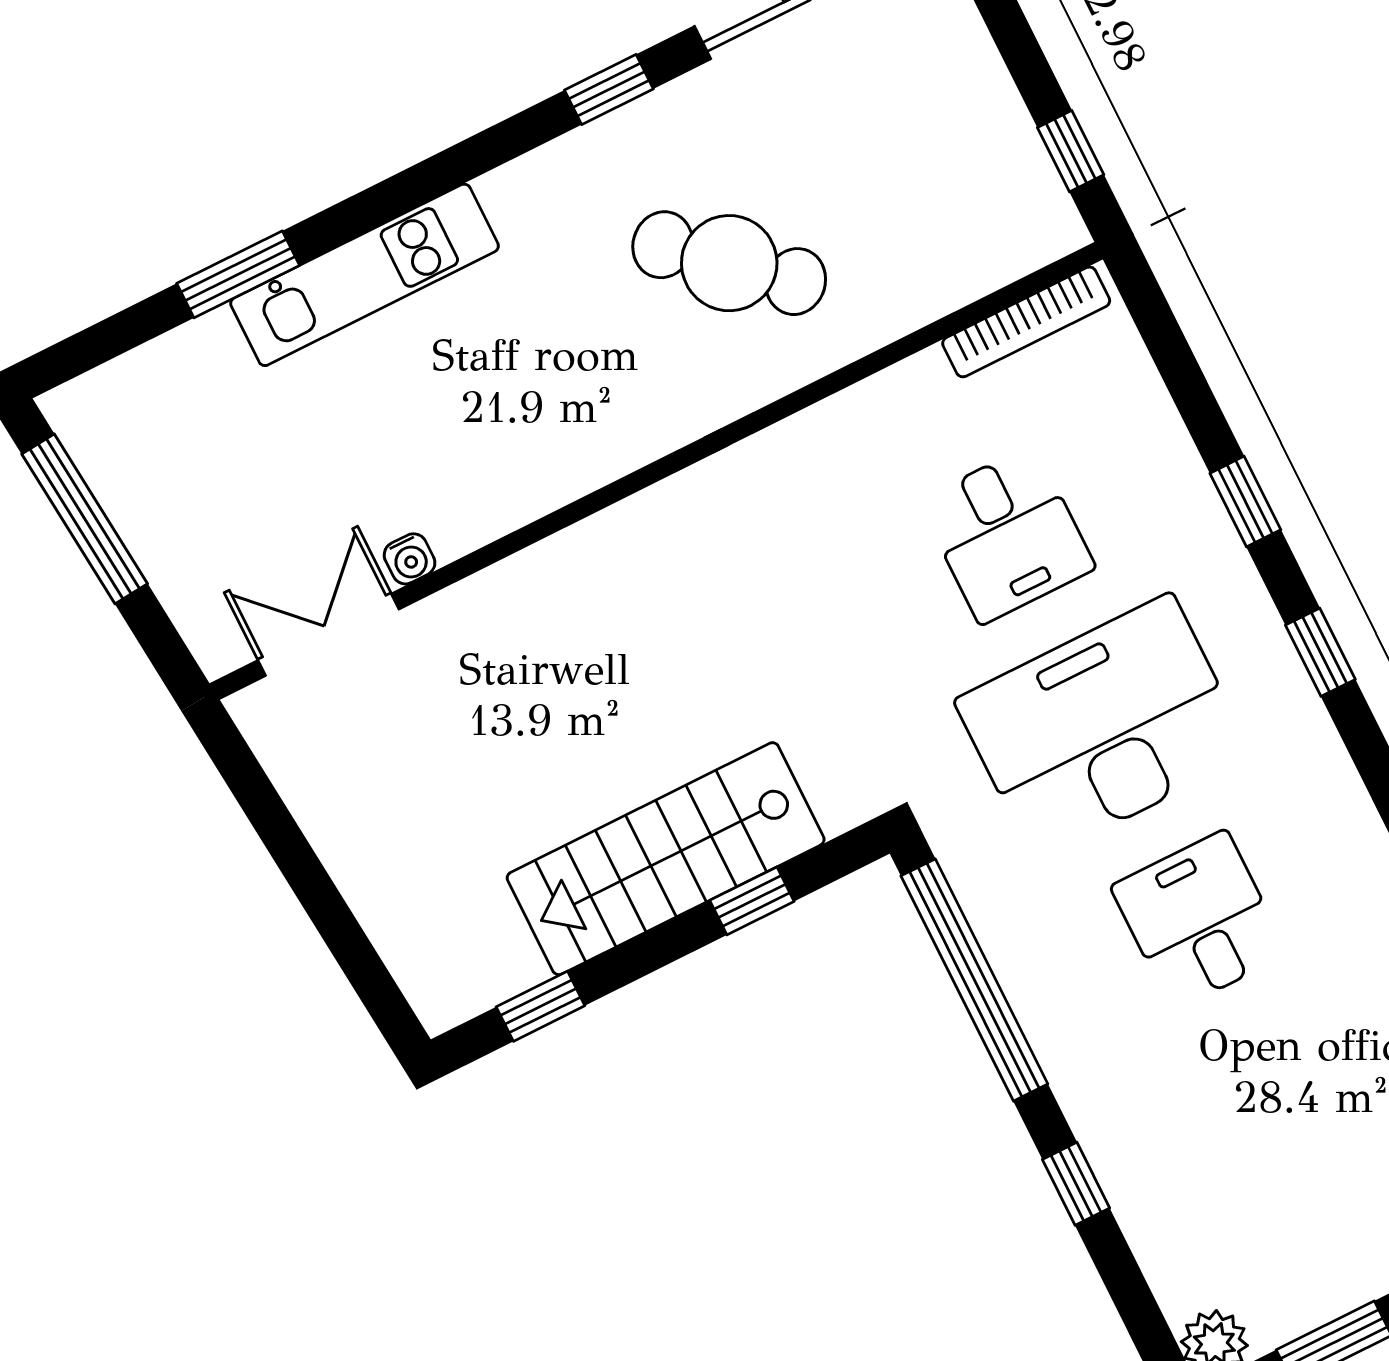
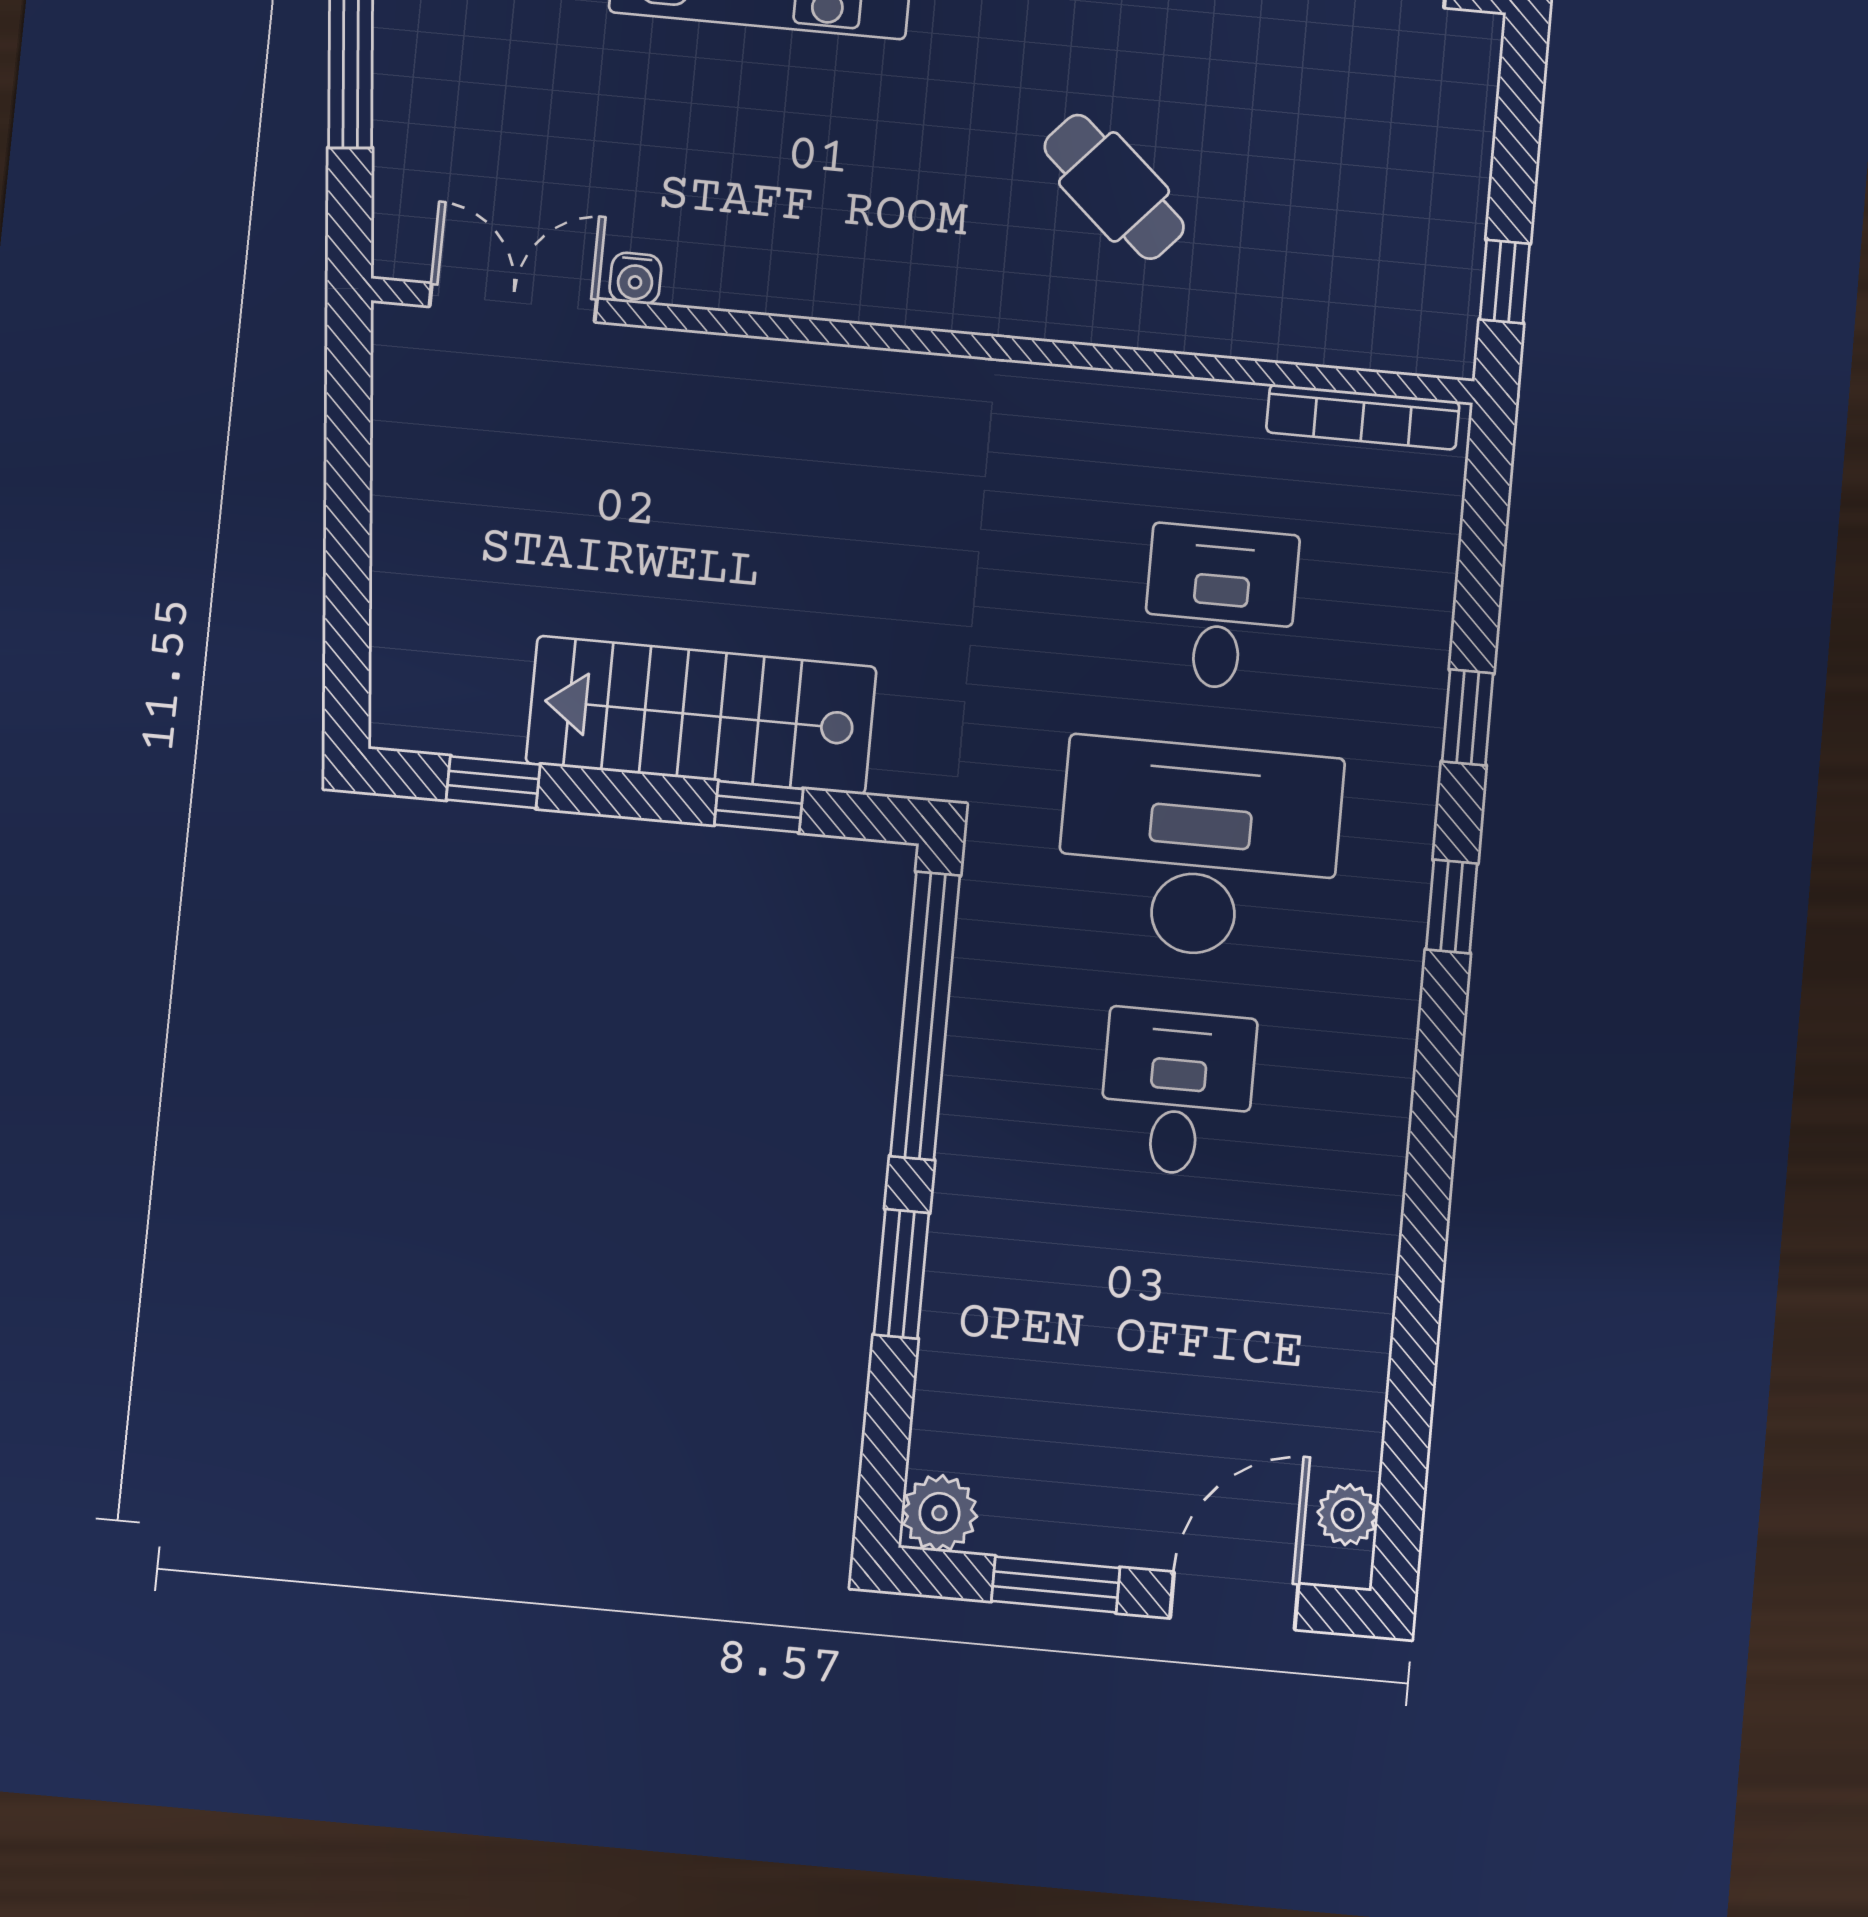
cafe table: (729, 263) -> (1114, 187), width x0.73, depth x0.74
desk: (1007, 534) -> (1220, 608), turned 180
window: (1076, 1184) -> (901, 1274), width x1.50

